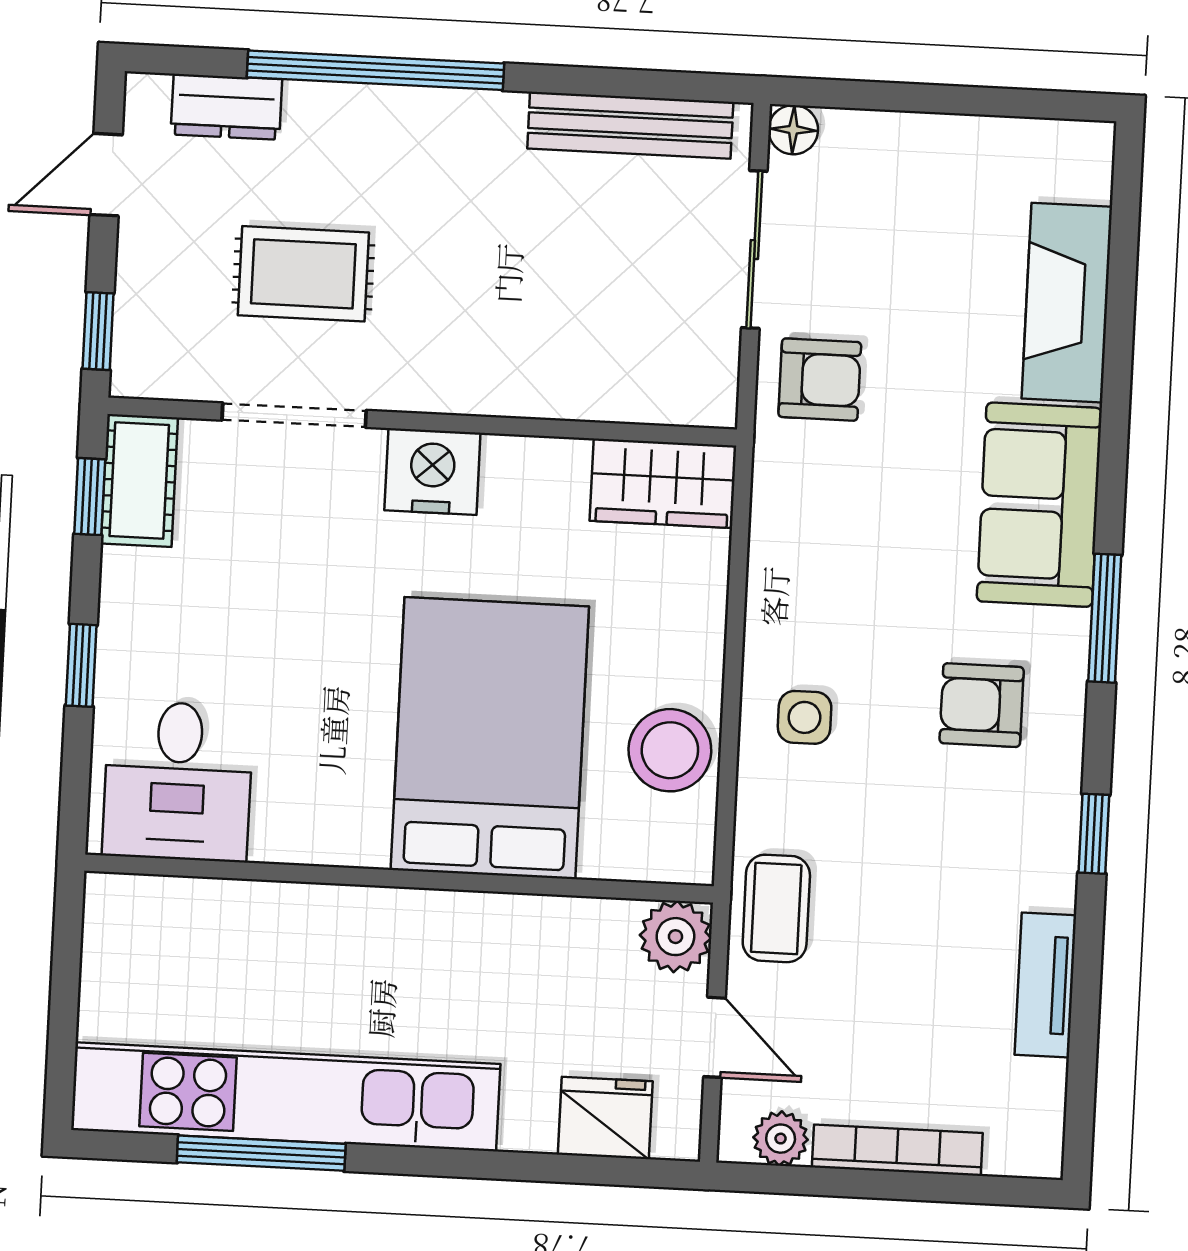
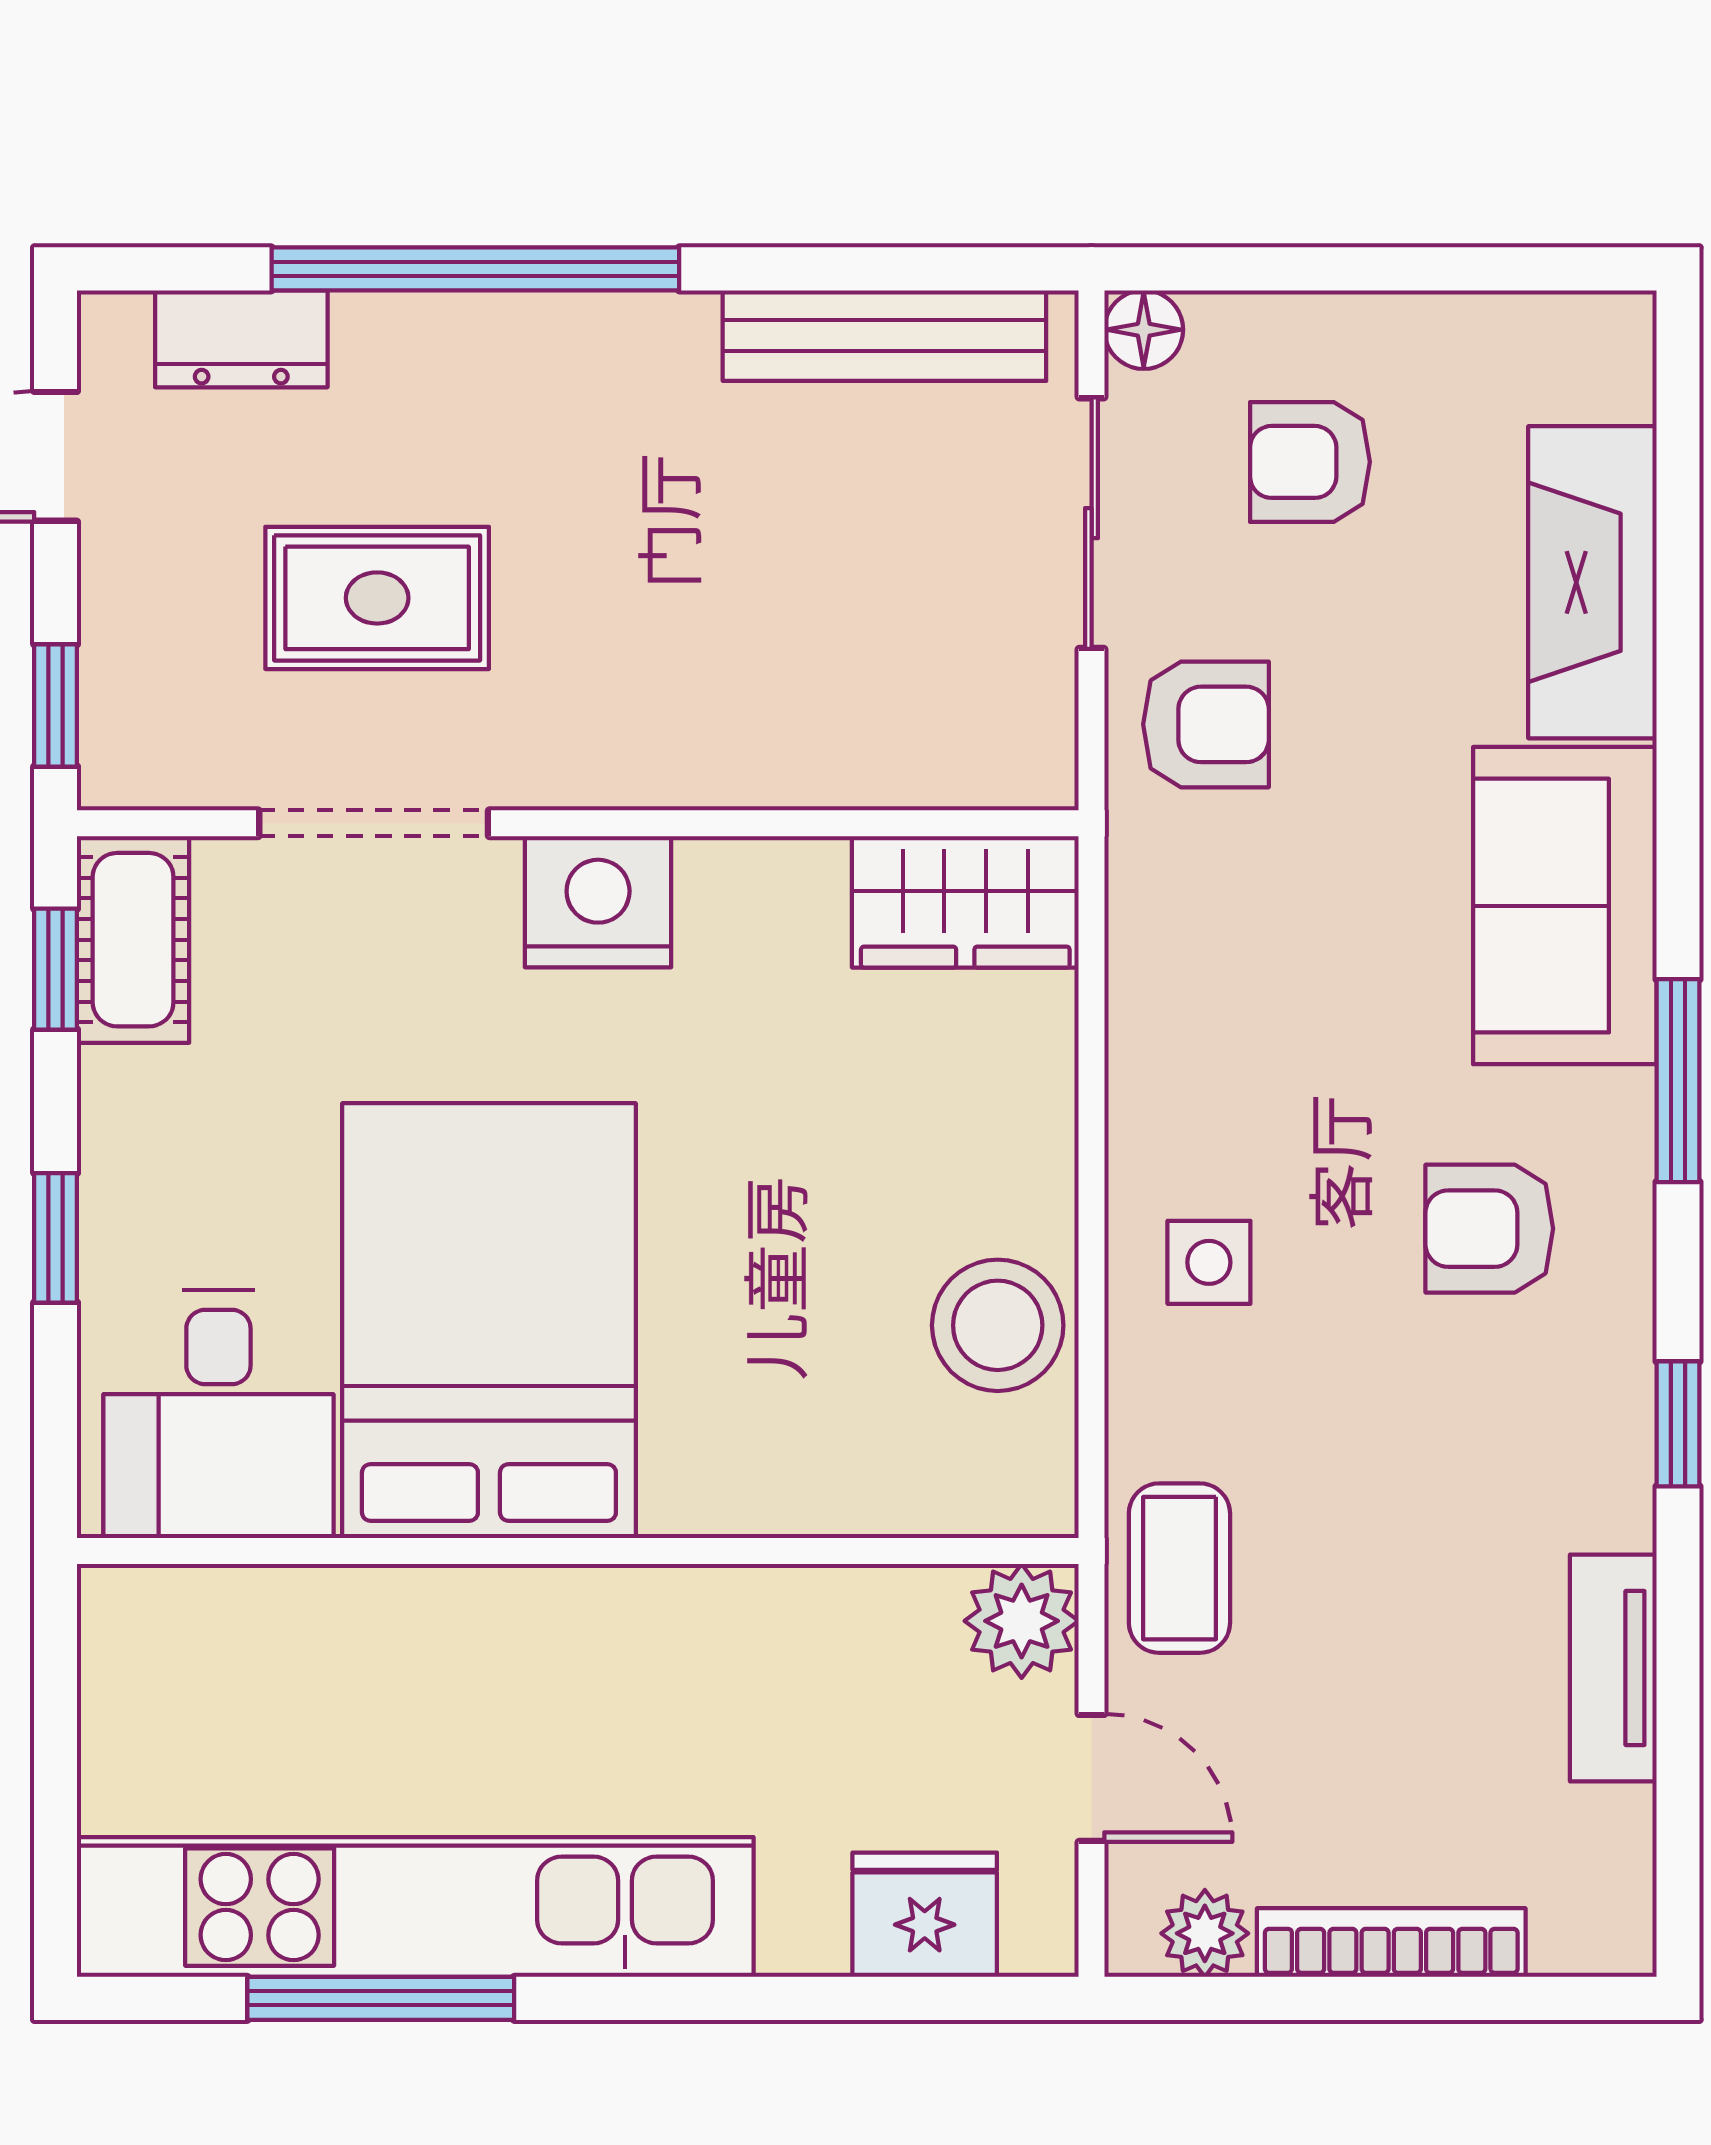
armchair: (893, 218) -> (1310, 462), added
bed: (490, 738) -> (489, 1321), moved

